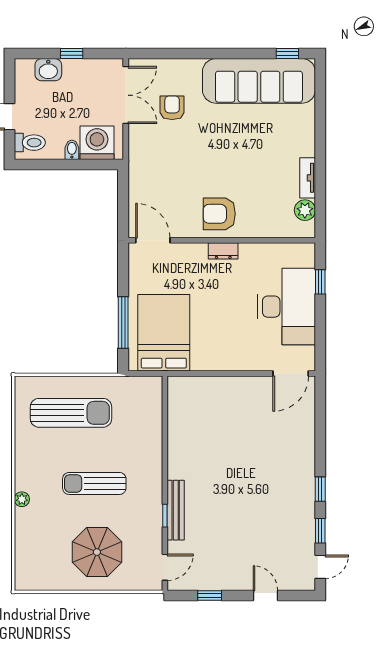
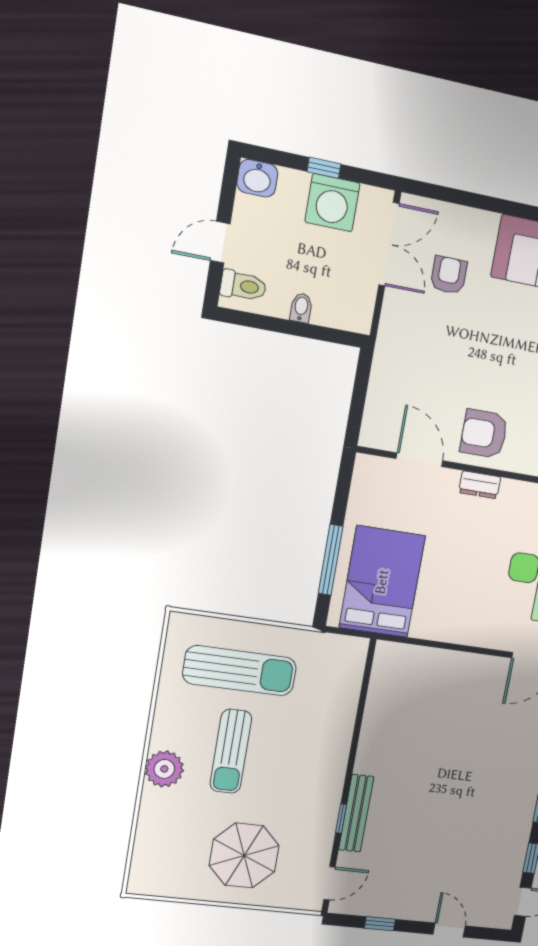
washbasin: (48, 70) -> (257, 178), moved
washing machine: (97, 143) -> (332, 203), moved, turned 180
door: (153, 240) -> (419, 460), moved
sun lounger: (94, 483) -> (231, 751), moved, turned -90
plant: (22, 499) -> (164, 769), width x1.87, depth x1.87

